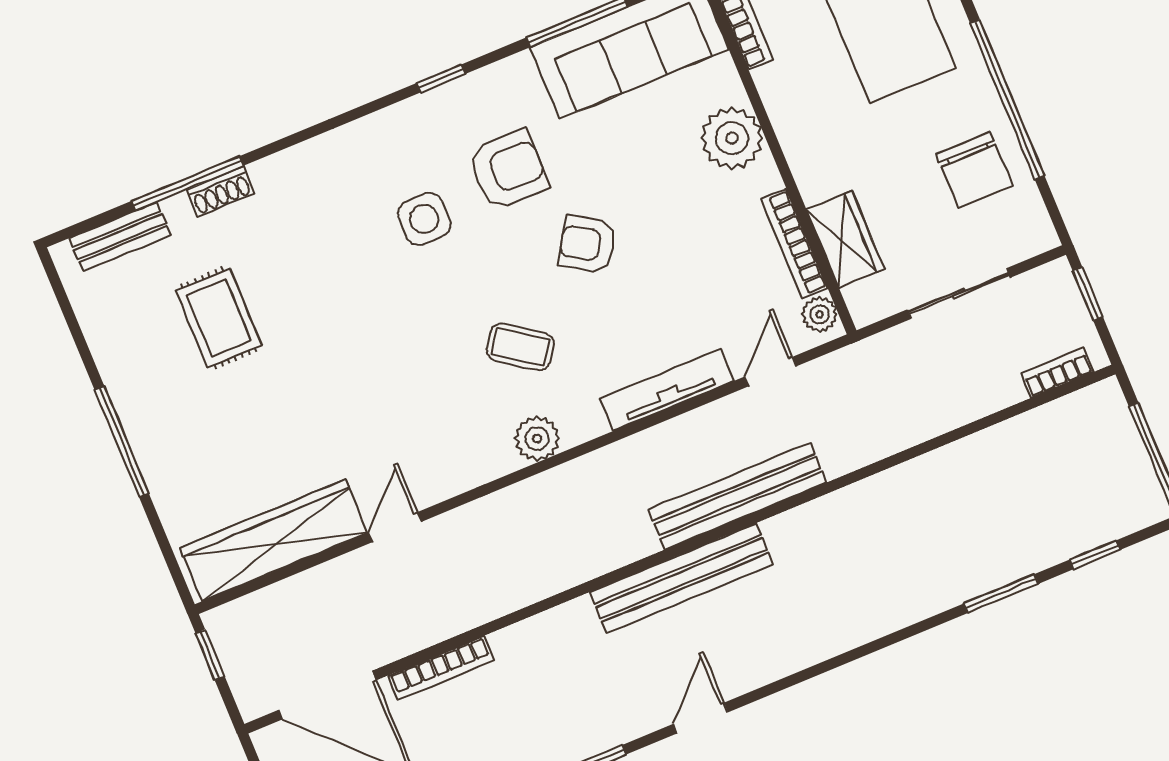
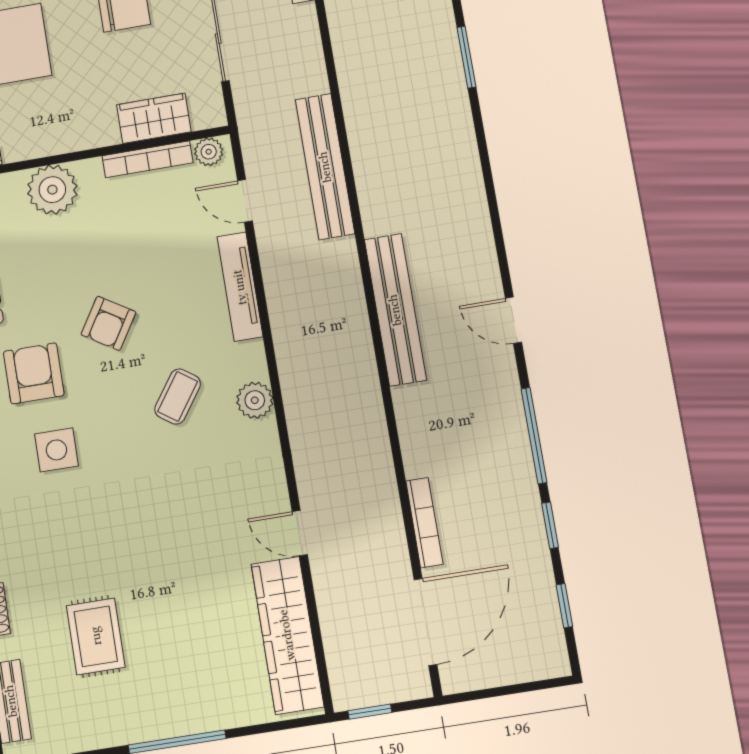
rug: (219, 318) -> (96, 636), turned 90
bench: (737, 496) -> (325, 167), moved

